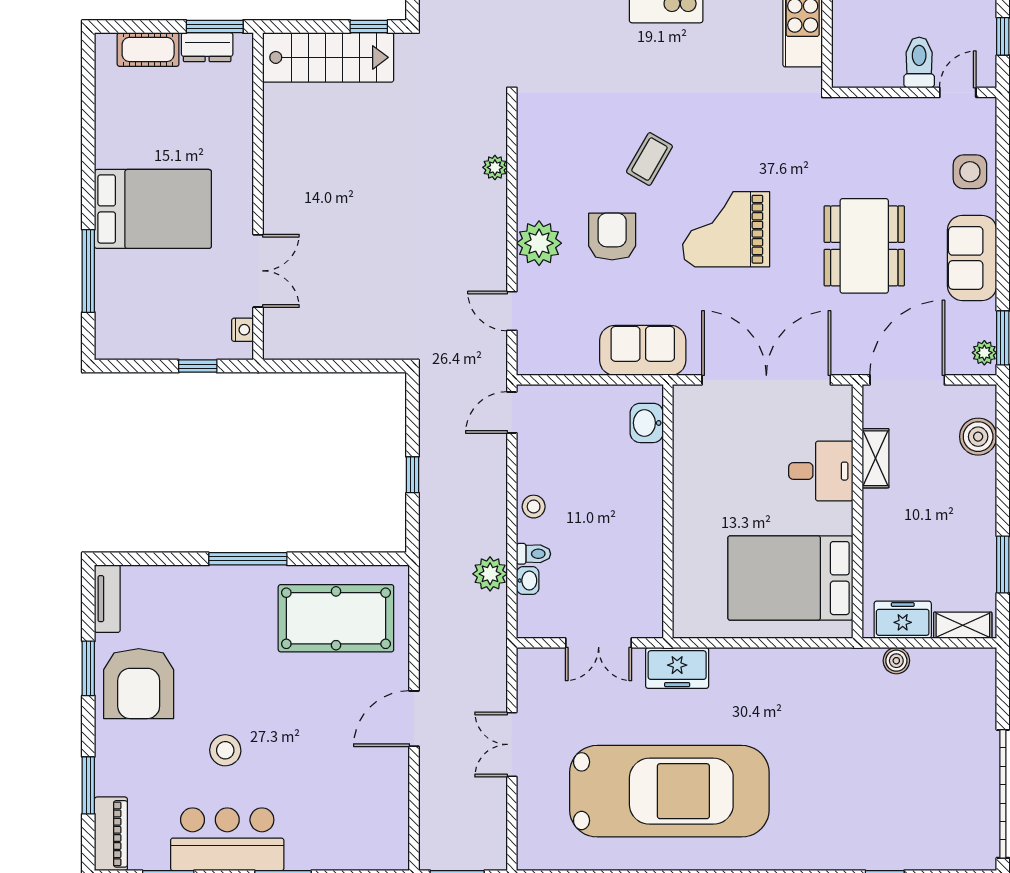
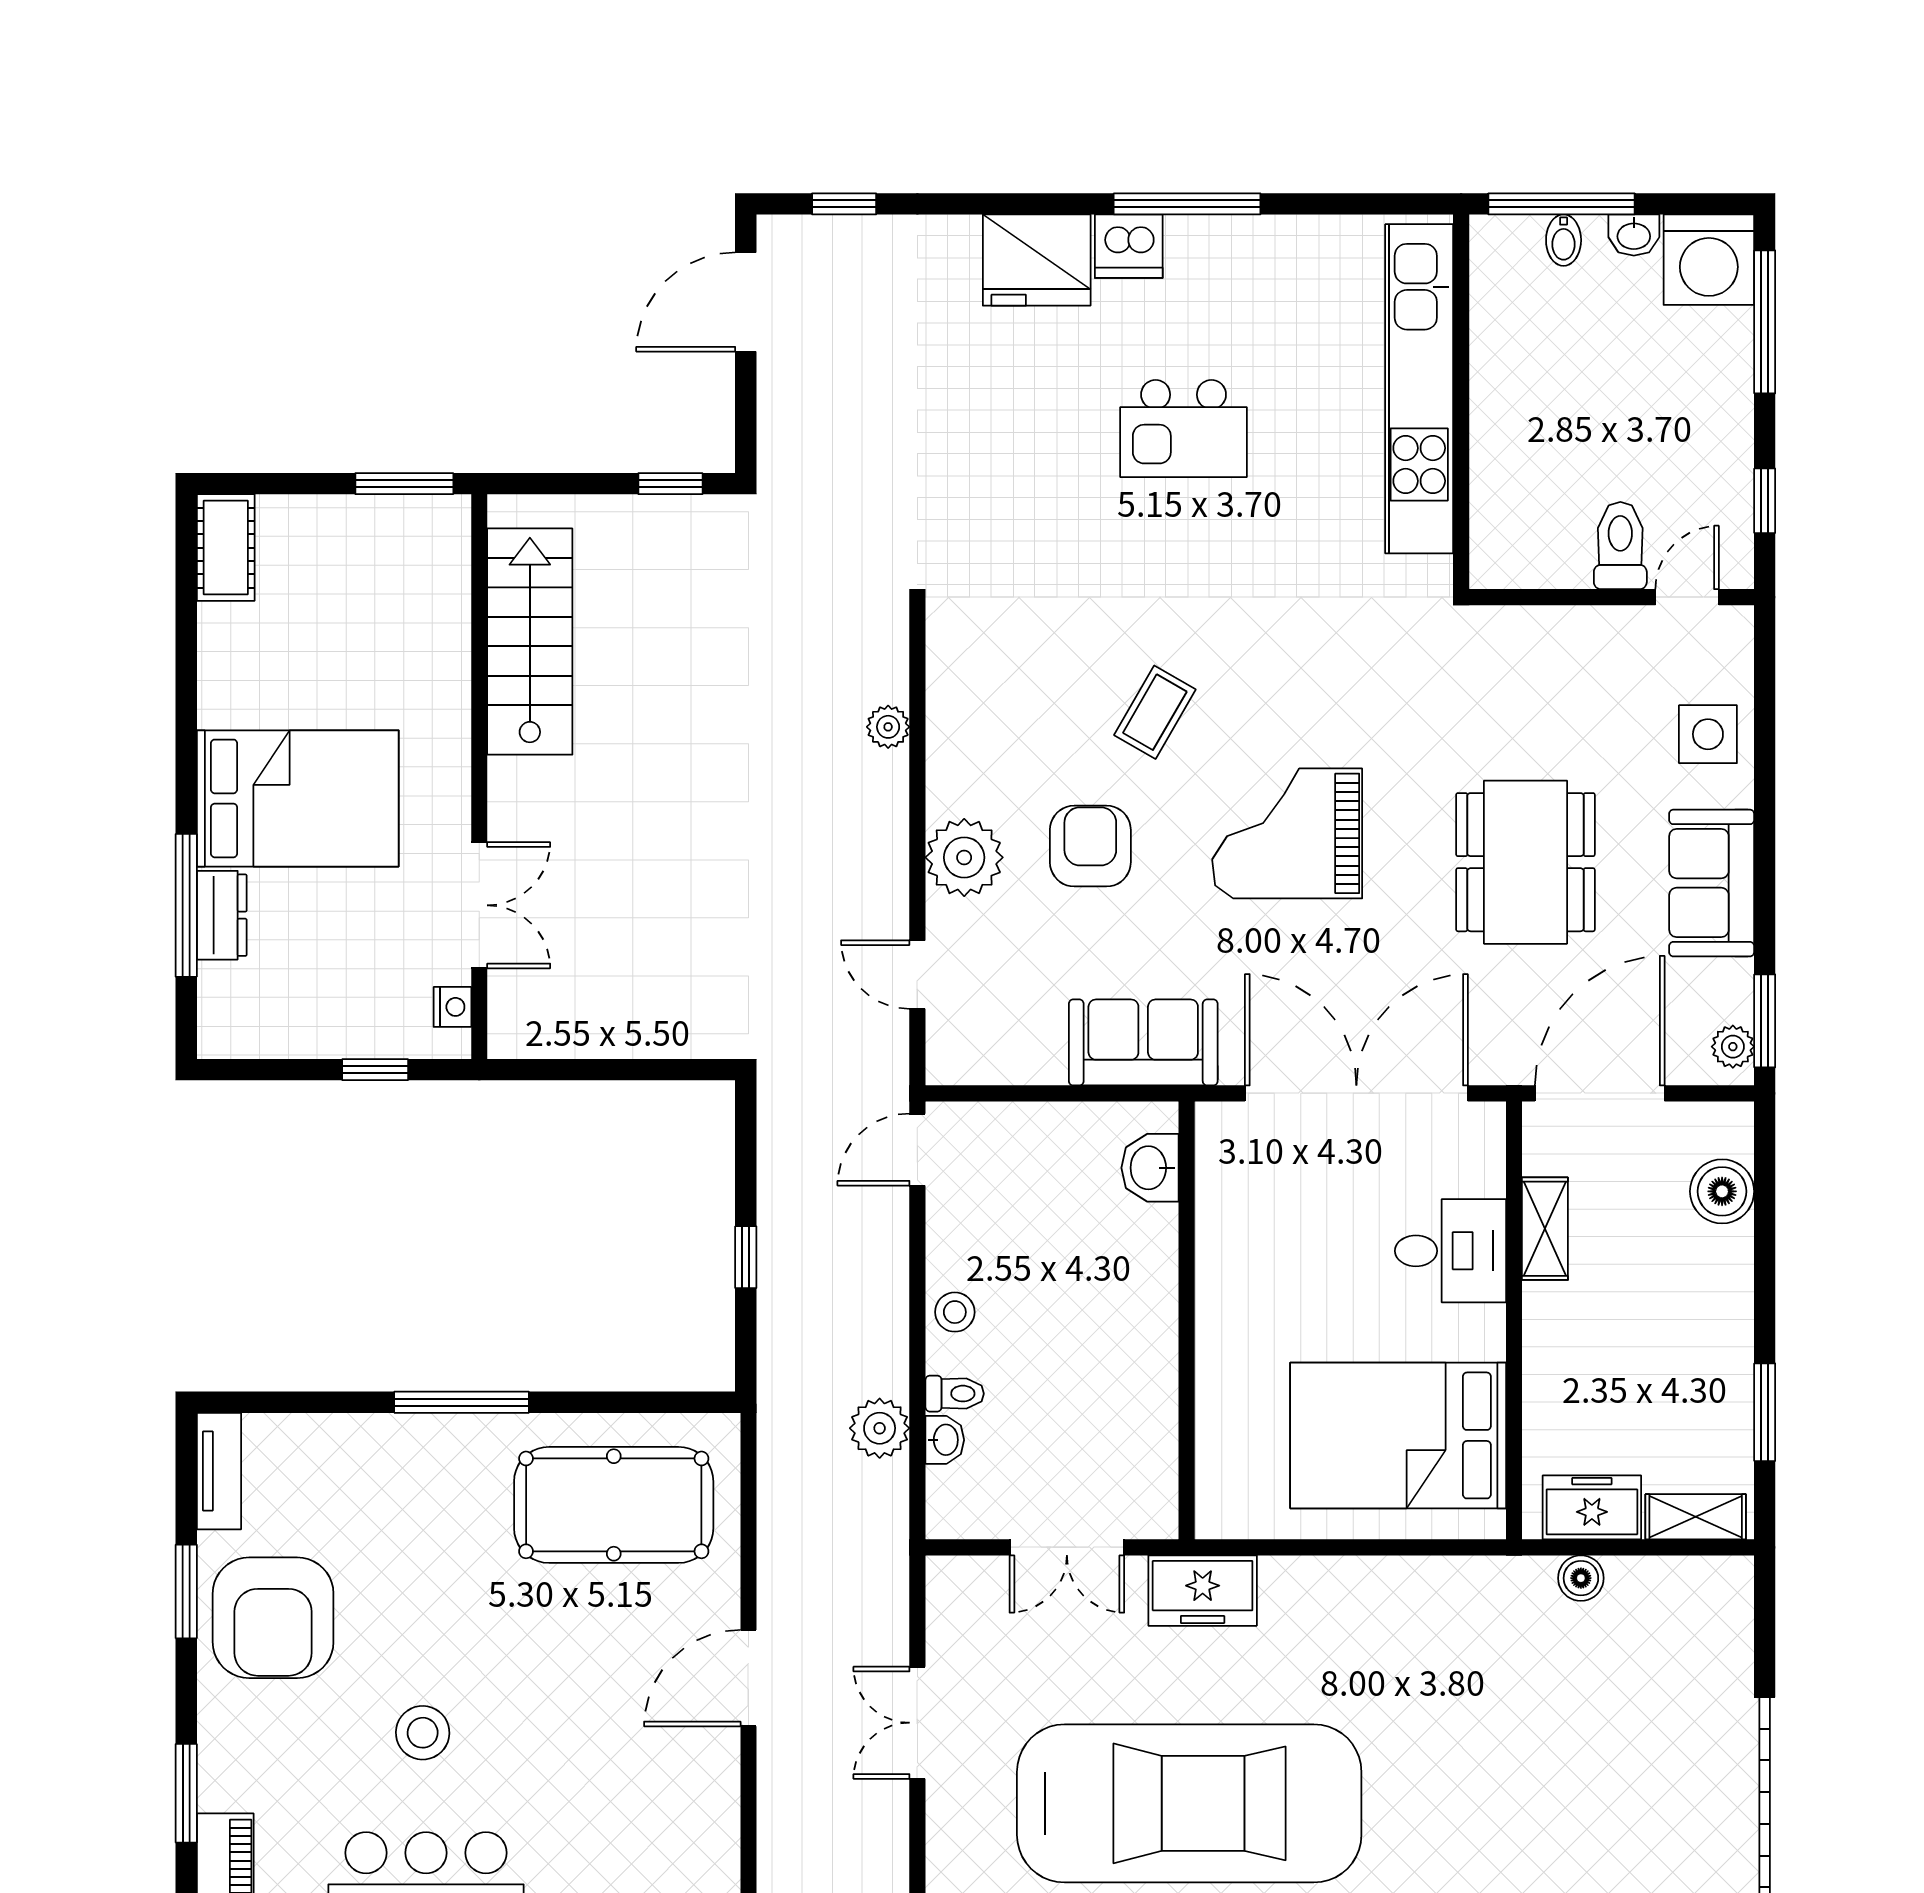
dresser: (207, 47) -> (222, 915), moved, turned -90
cot: (148, 49) -> (226, 548), moved, turned 90
stairs: (328, 57) -> (530, 642), moved, turned -90

